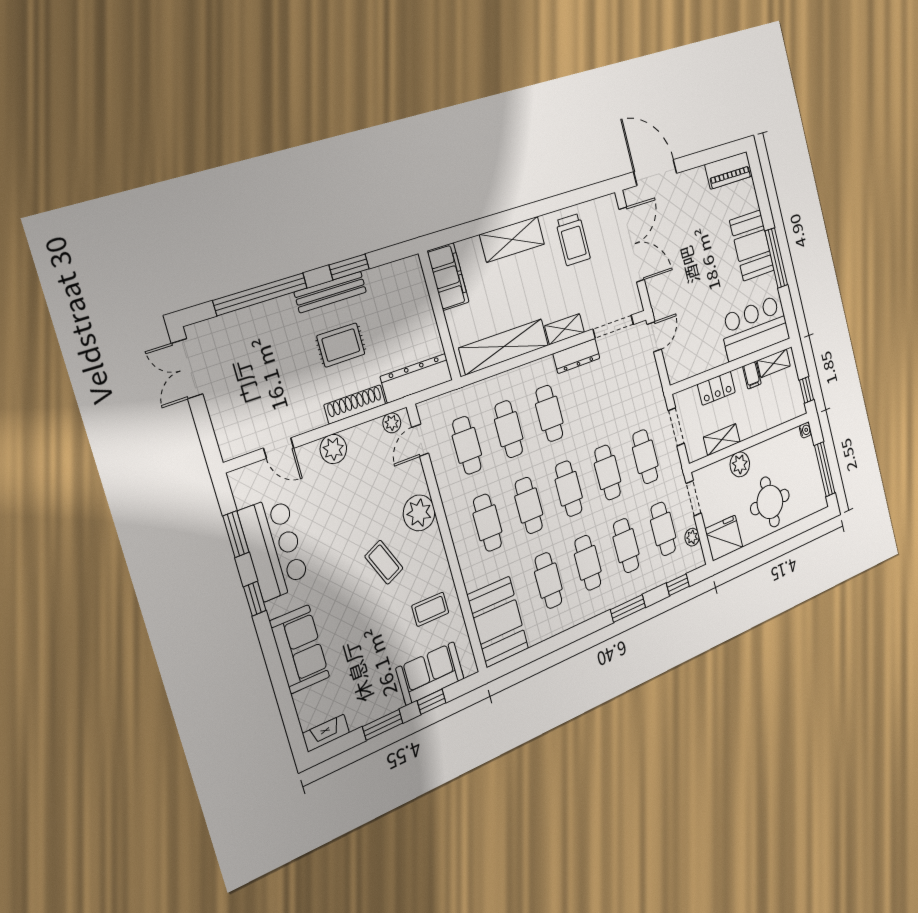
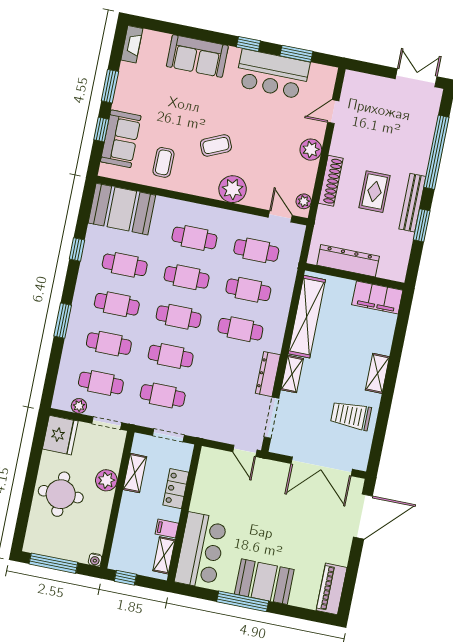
shelving: (512, 239) -> (377, 373), width x0.67, depth x0.75
dresser: (417, 378) -> (348, 261), moved, turned -90
window: (678, 585) -> (77, 249), moved

